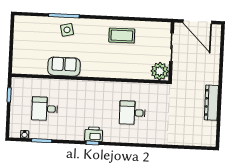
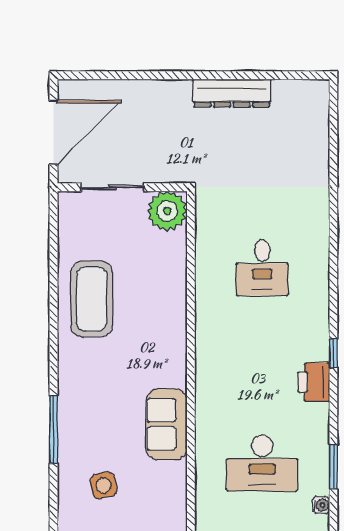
side table: (67, 30) -> (103, 485), moved
coffee table: (122, 36) -> (92, 299), width x1.36, depth x1.32
desk: (45, 109) -> (262, 463), width x1.37
printer: (94, 134) -> (314, 382), moved

